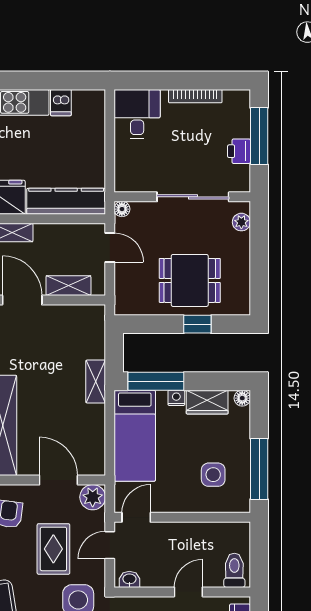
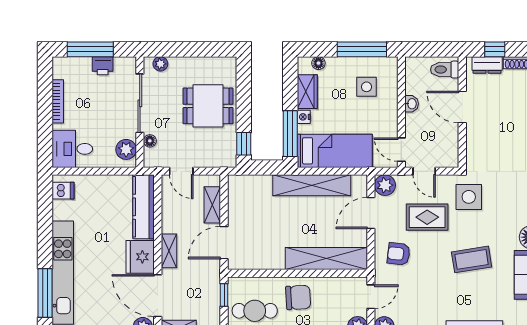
dishwasher: (61, 103) -> (63, 191), moved
plant: (136, 180) -> (126, 149), added
floor lamp: (122, 209) -> (150, 141), moved
door: (110, 247) -> (181, 171), swing flipped
dining table: (190, 280) -> (208, 106), turned 90
window: (197, 324) -> (244, 144), moved
shelving: (96, 382) -> (312, 185), width x2.20, depth x1.33
floor lamp: (242, 398) -> (318, 63), moved
washbasin: (129, 579) -> (412, 104), moved, turned 180
door: (188, 592) -> (462, 107), width x1.38

